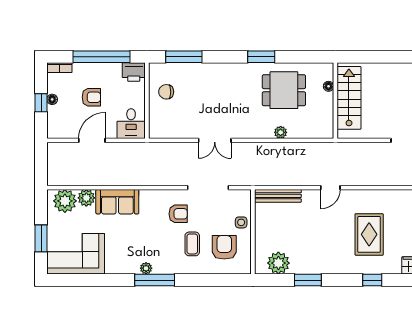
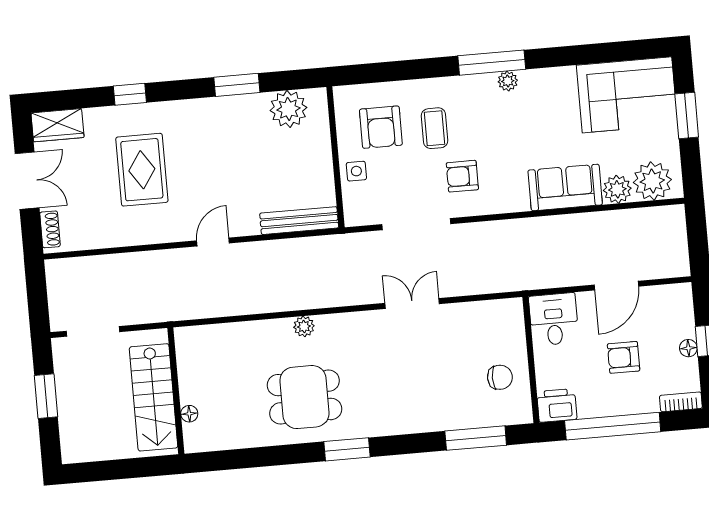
floor lamp: (329, 86) -> (189, 414), moved
stairs: (349, 98) -> (154, 397), moved
wall: (335, 101) -> (176, 391), moved

